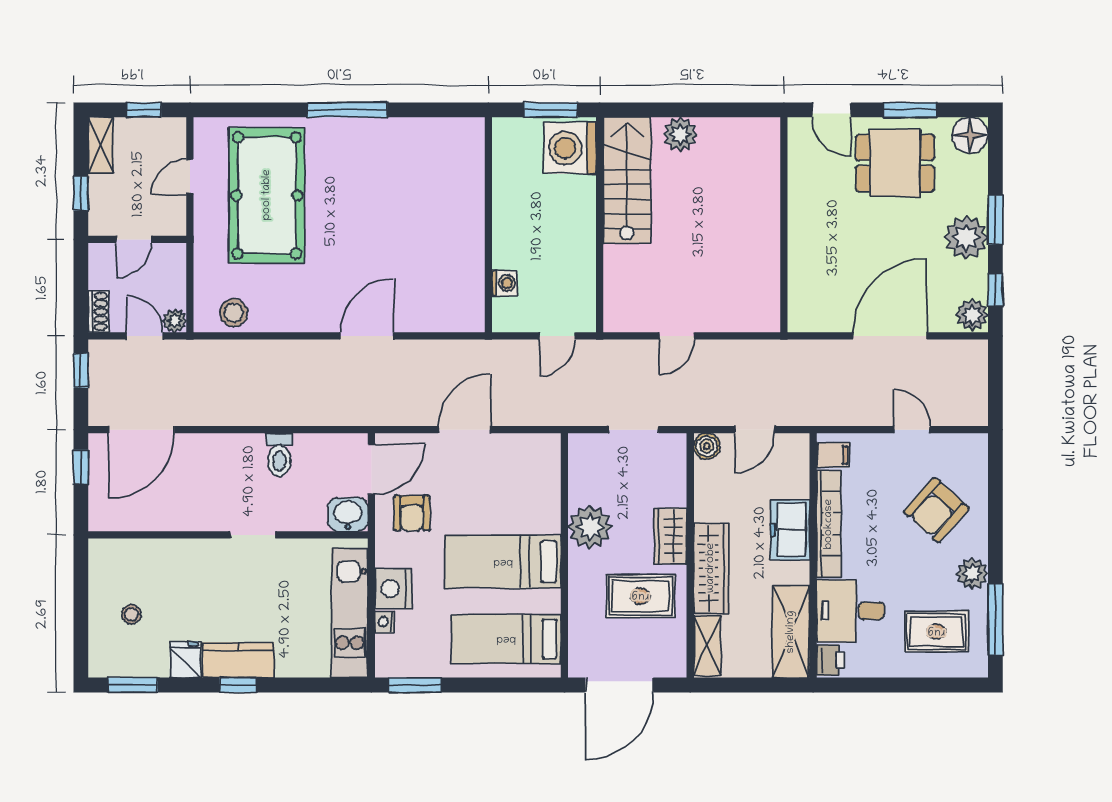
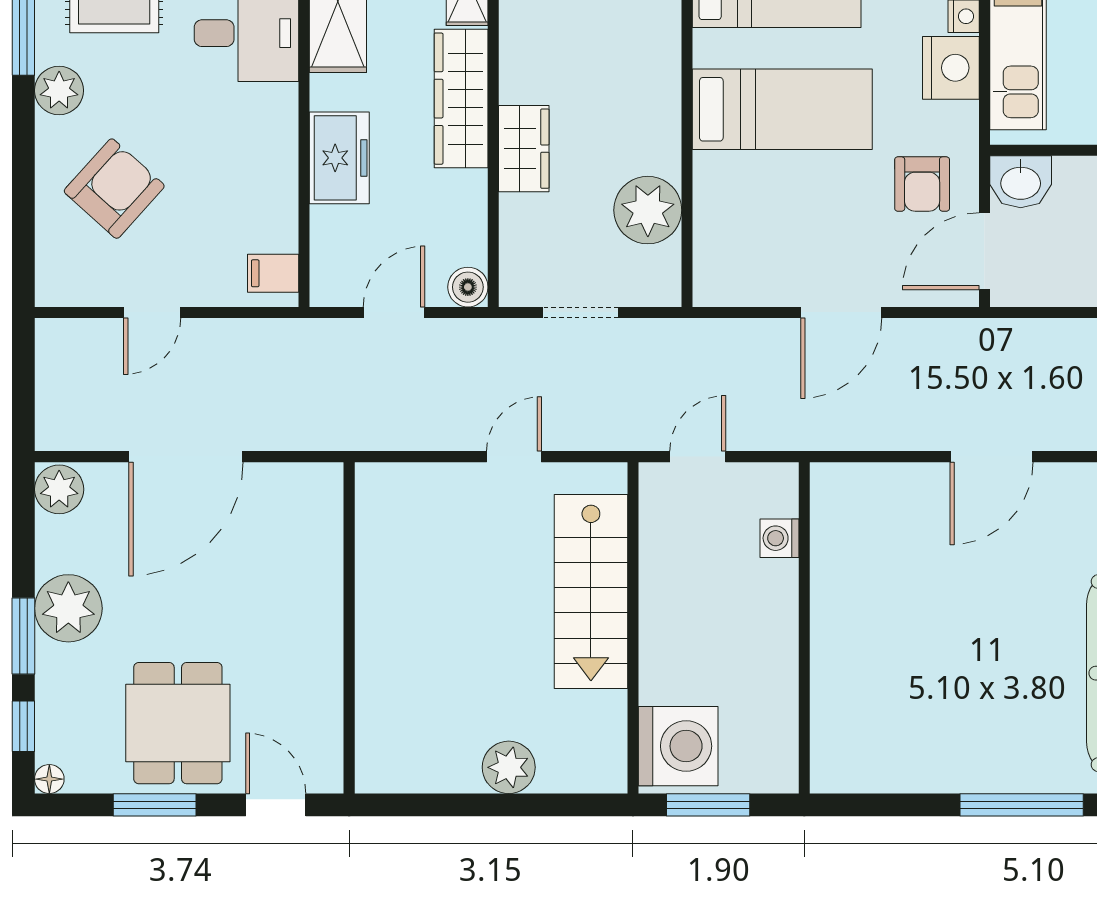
floor lamp: (970, 135) -> (49, 779), width x0.53, depth x0.53
dining table: (895, 163) -> (178, 723), turned 90
stairs: (627, 180) -> (591, 592), moved
window: (995, 290) -> (23, 726), moved
door: (912, 430) -> (152, 312), hinge flipped
armchair: (412, 513) -> (922, 184), turned 180
bookcase: (829, 524) -> (280, 168), removed
plant: (590, 527) -> (648, 210), moved
rug: (640, 596) -> (570, 56), removed

